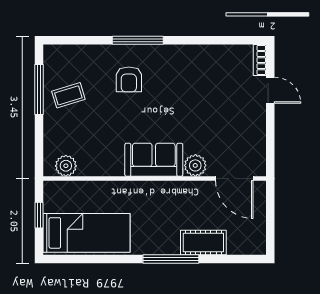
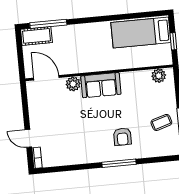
armchair: (129, 79) -> (122, 137), turned 180
cot: (203, 242) -> (36, 36), moved
window: (171, 259) -> (48, 24), moved

